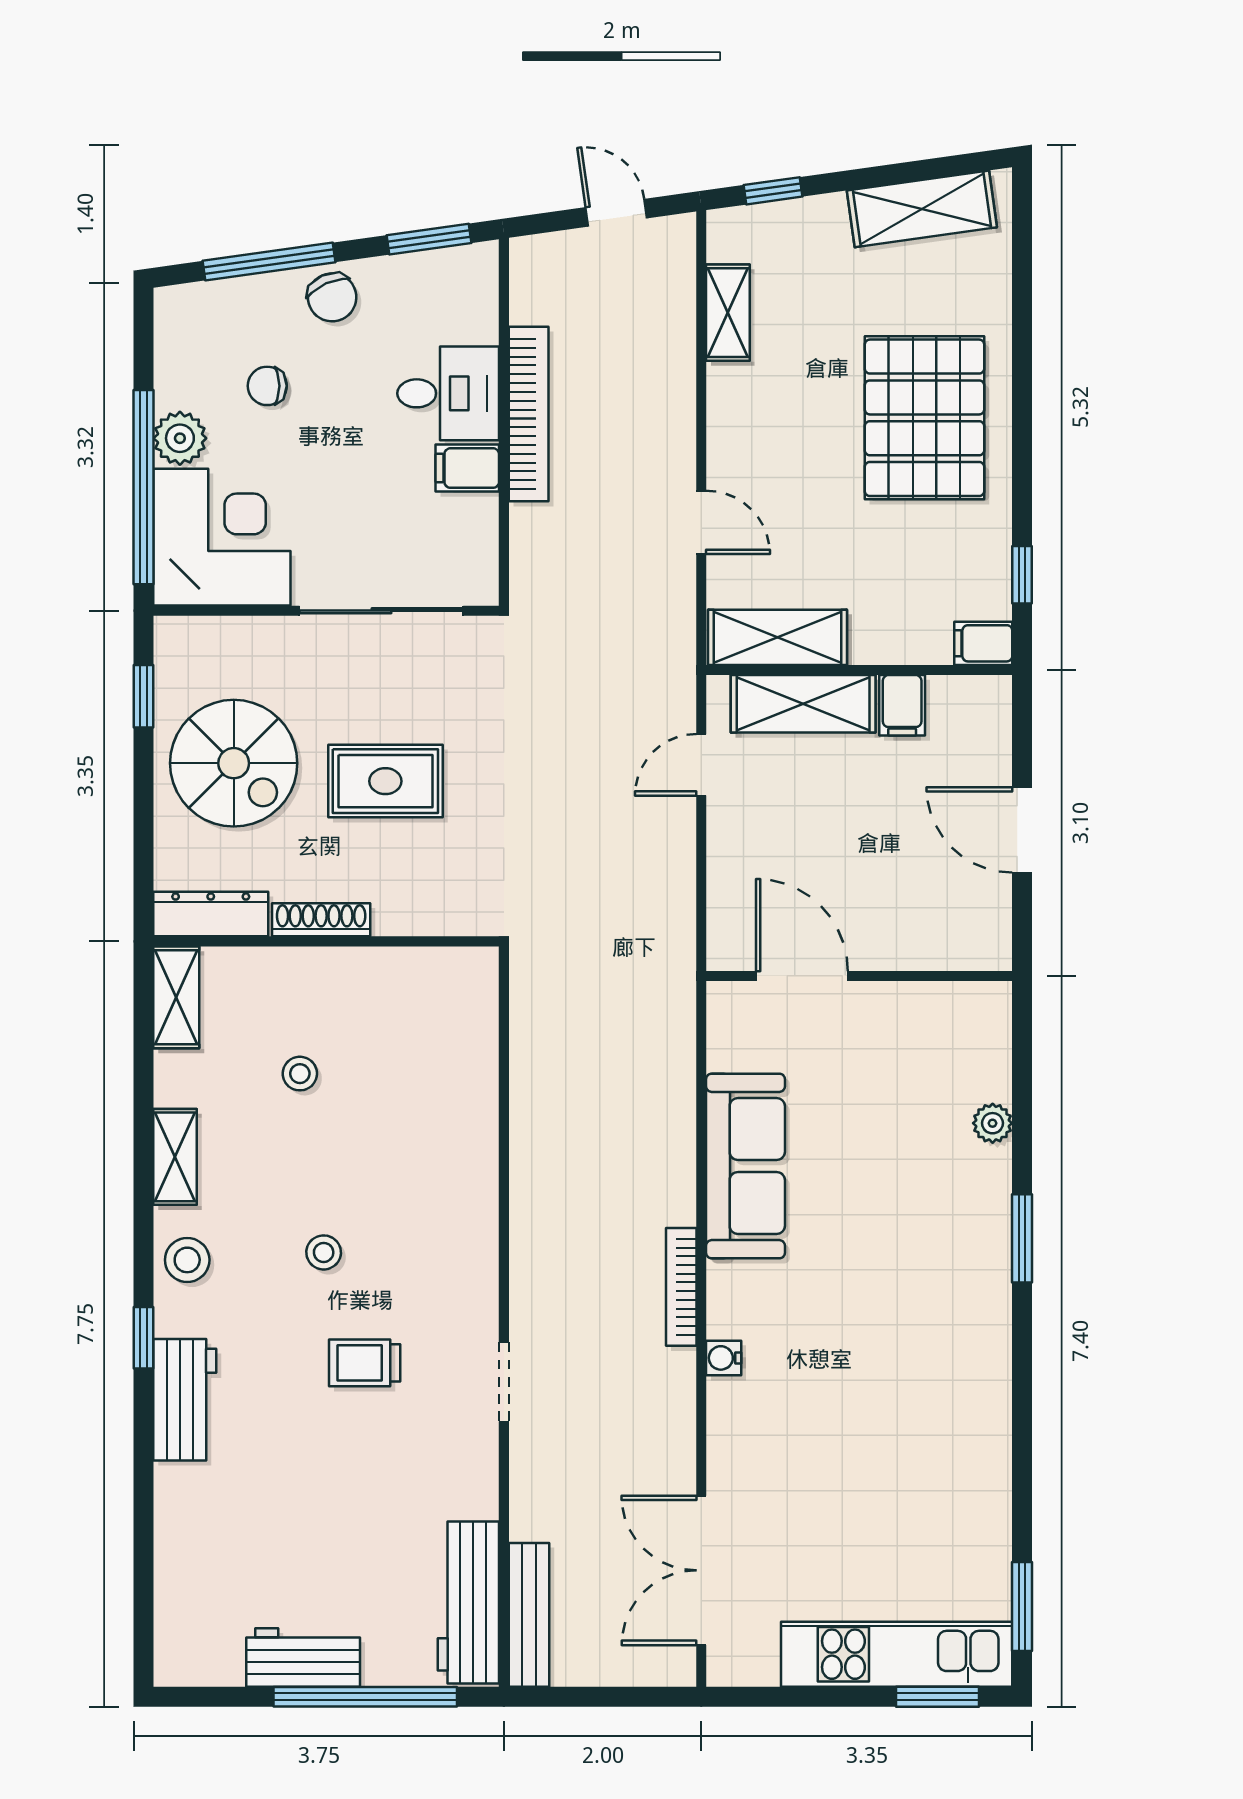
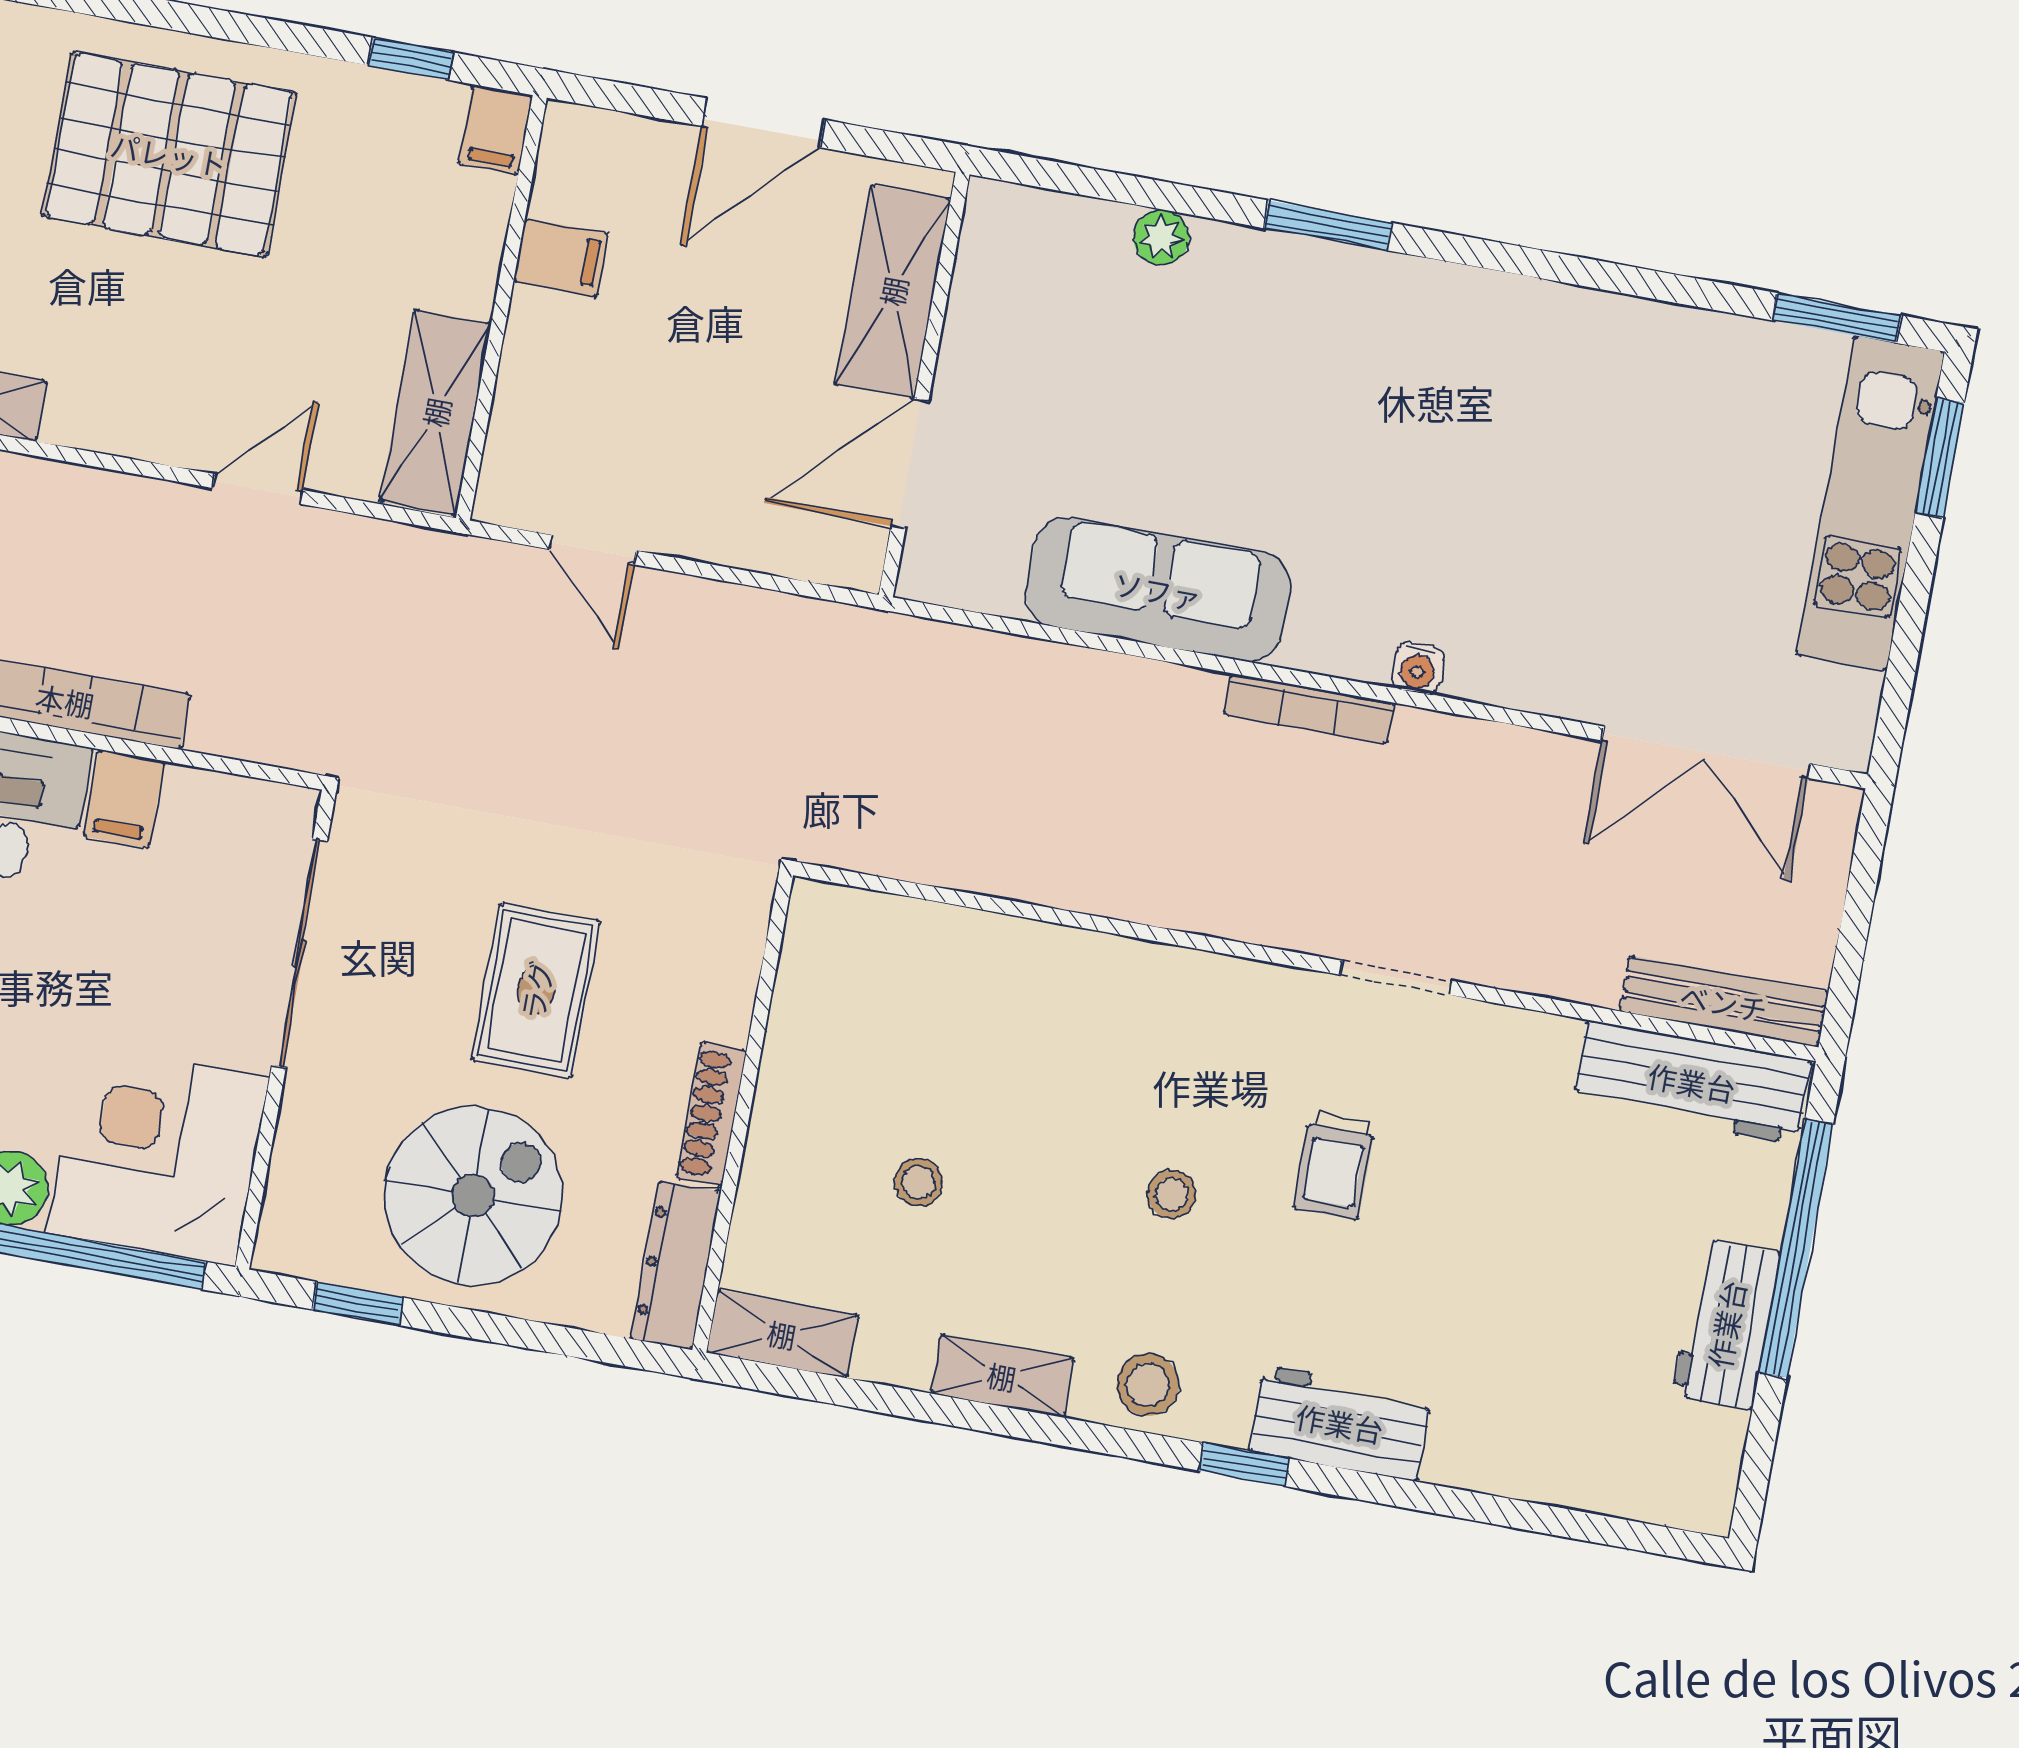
shelving: (803, 704) -> (893, 291), moved

